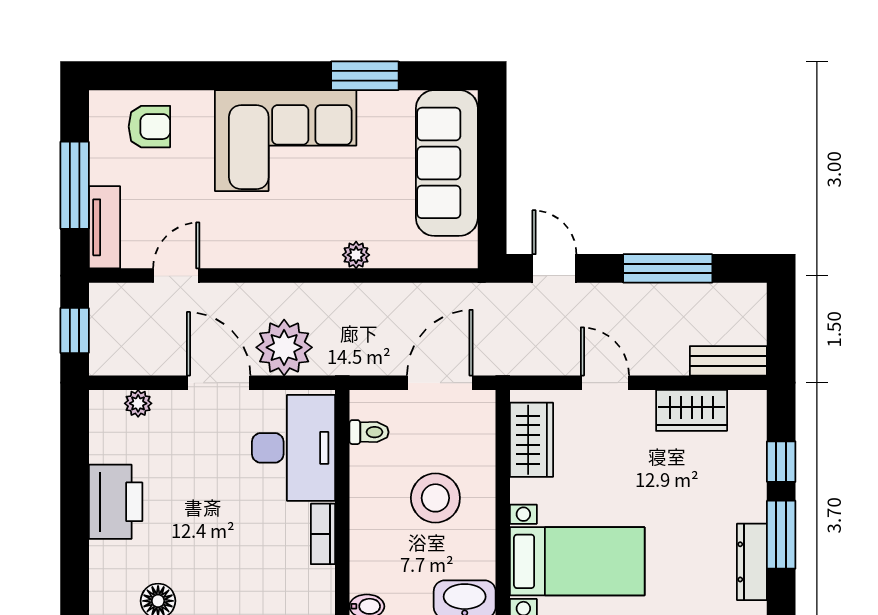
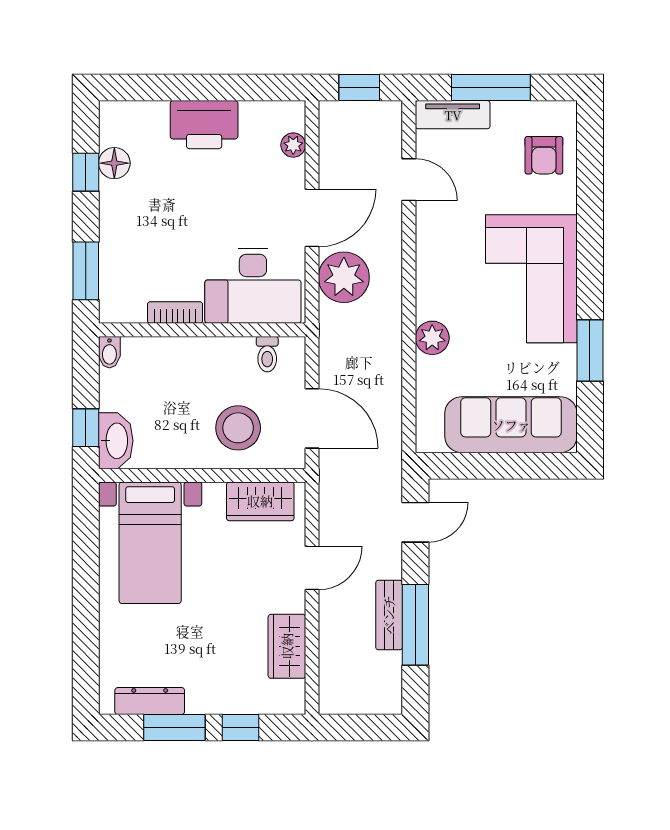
plant: (356, 255) -> (432, 338), width x1.38, depth x1.38
bench: (728, 361) -> (389, 615), moved
stool: (435, 498) -> (238, 428), moved

